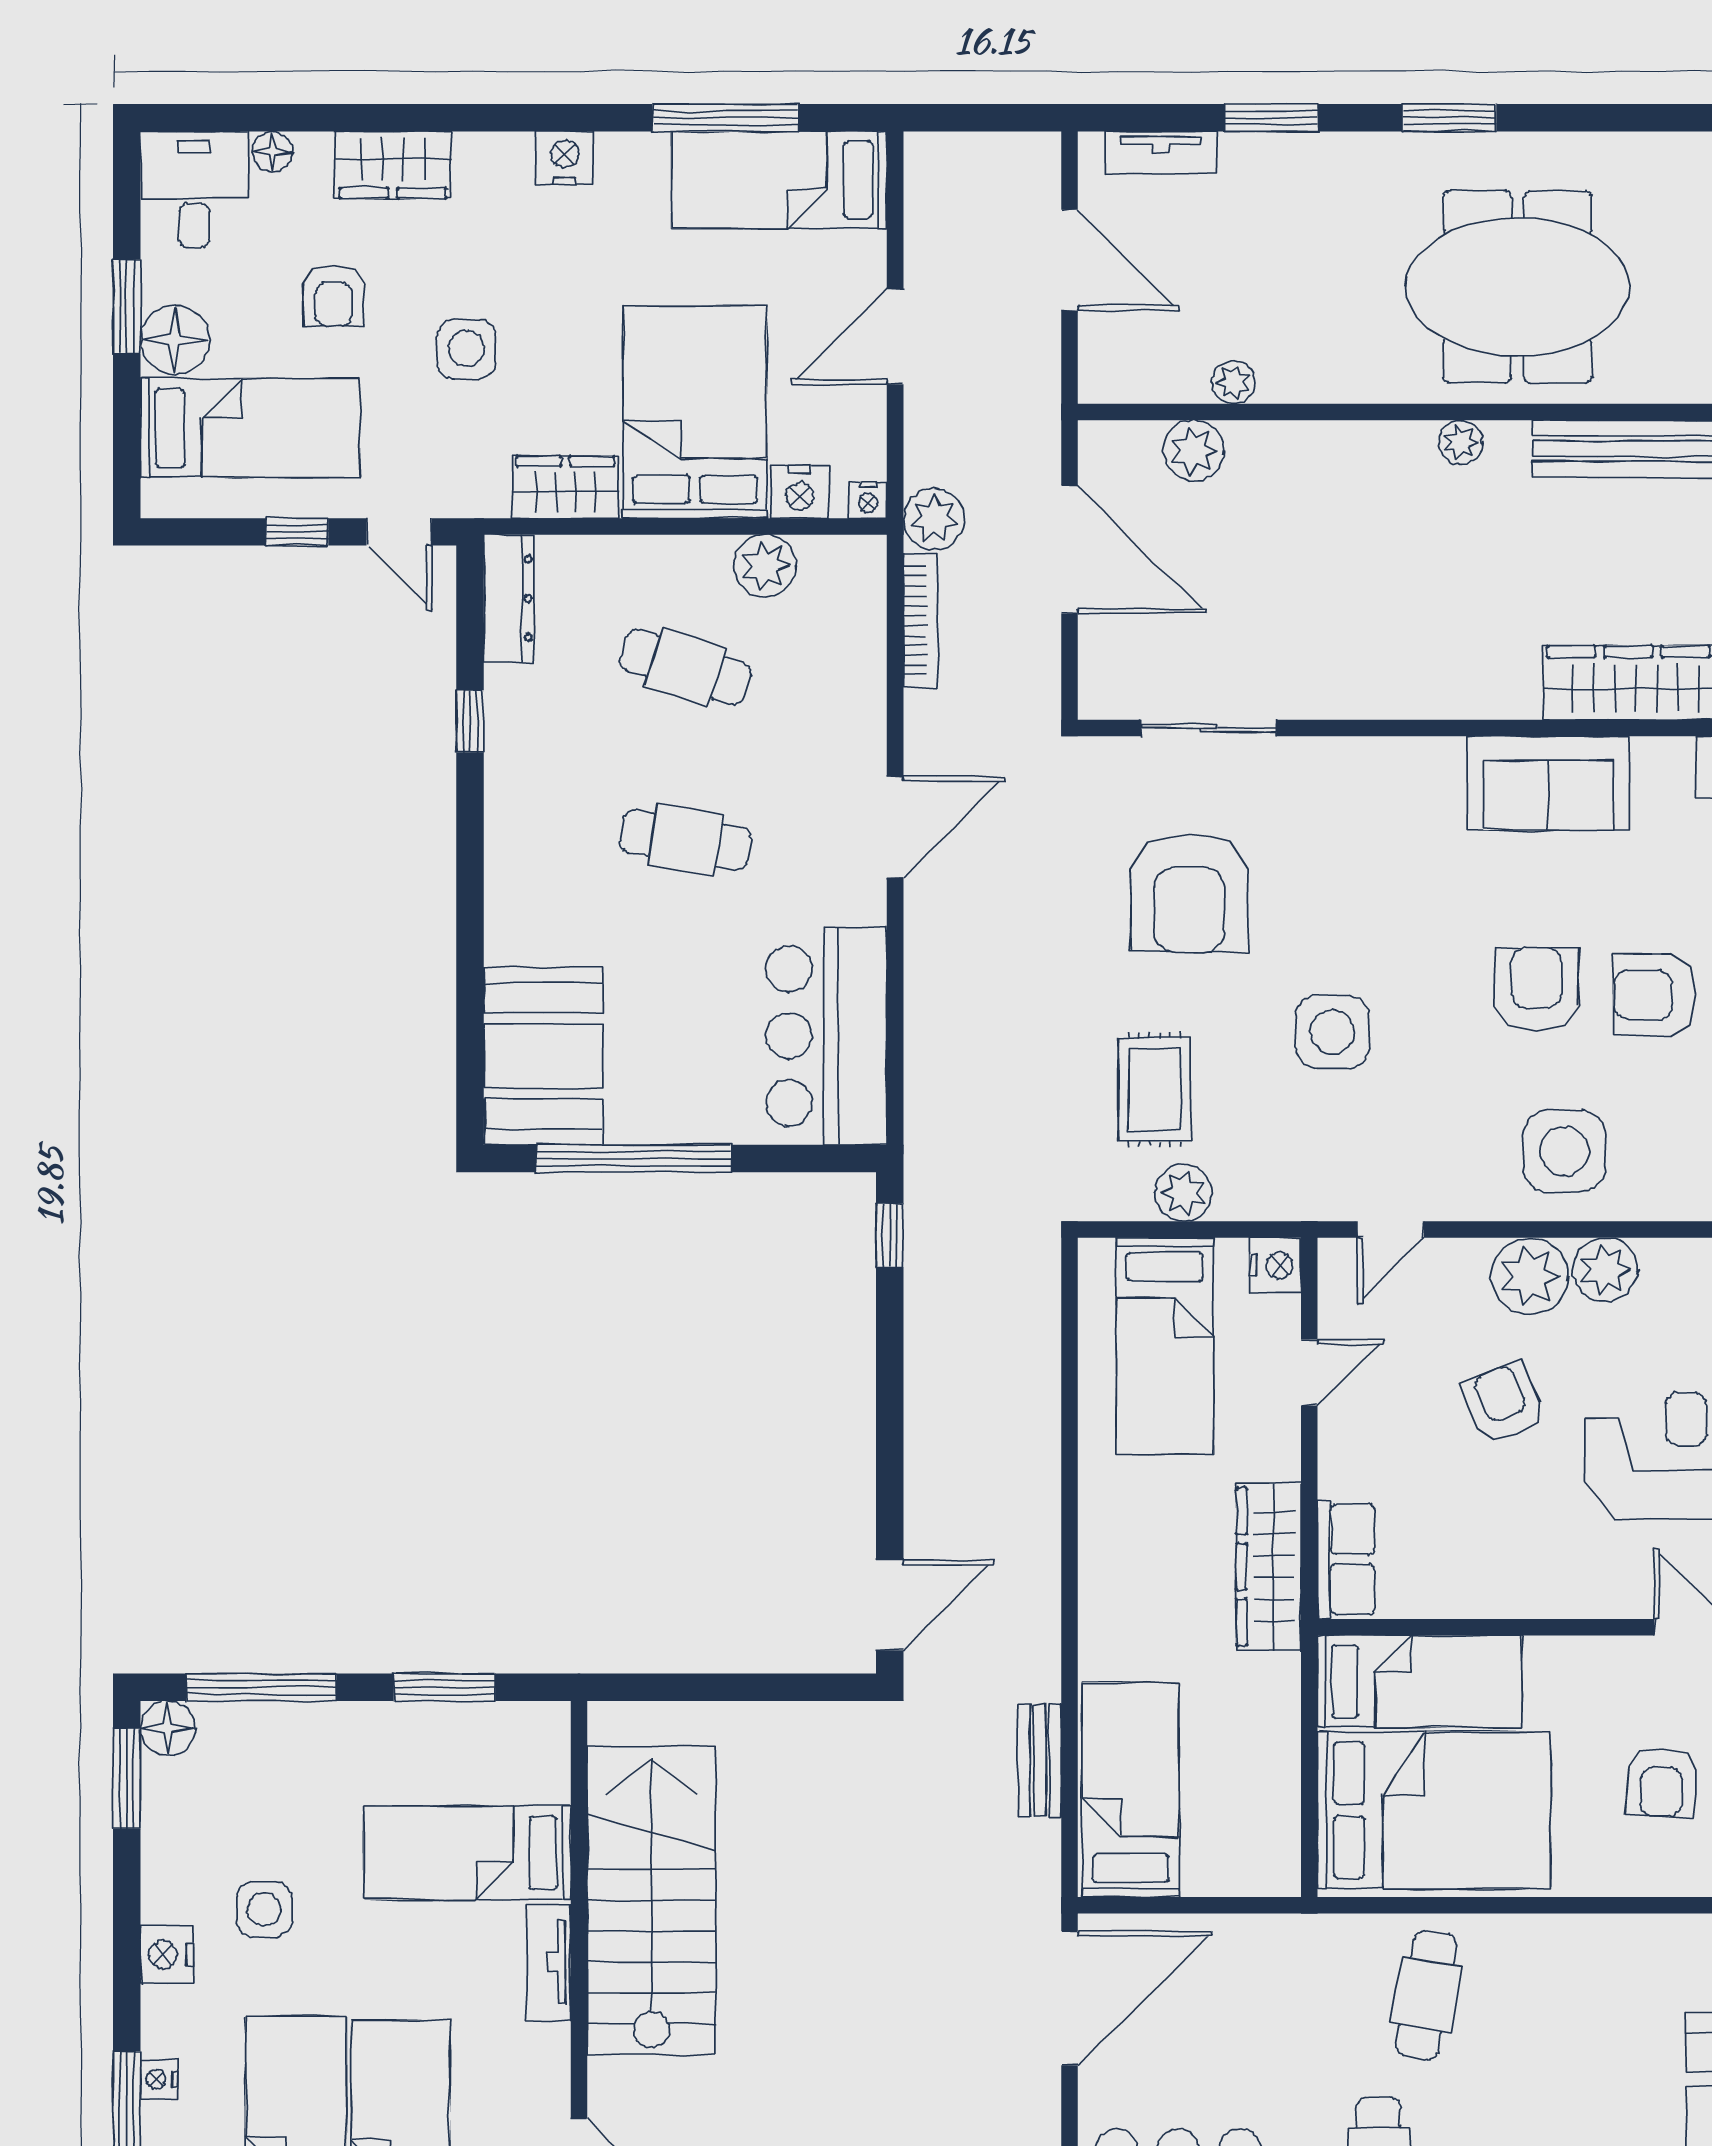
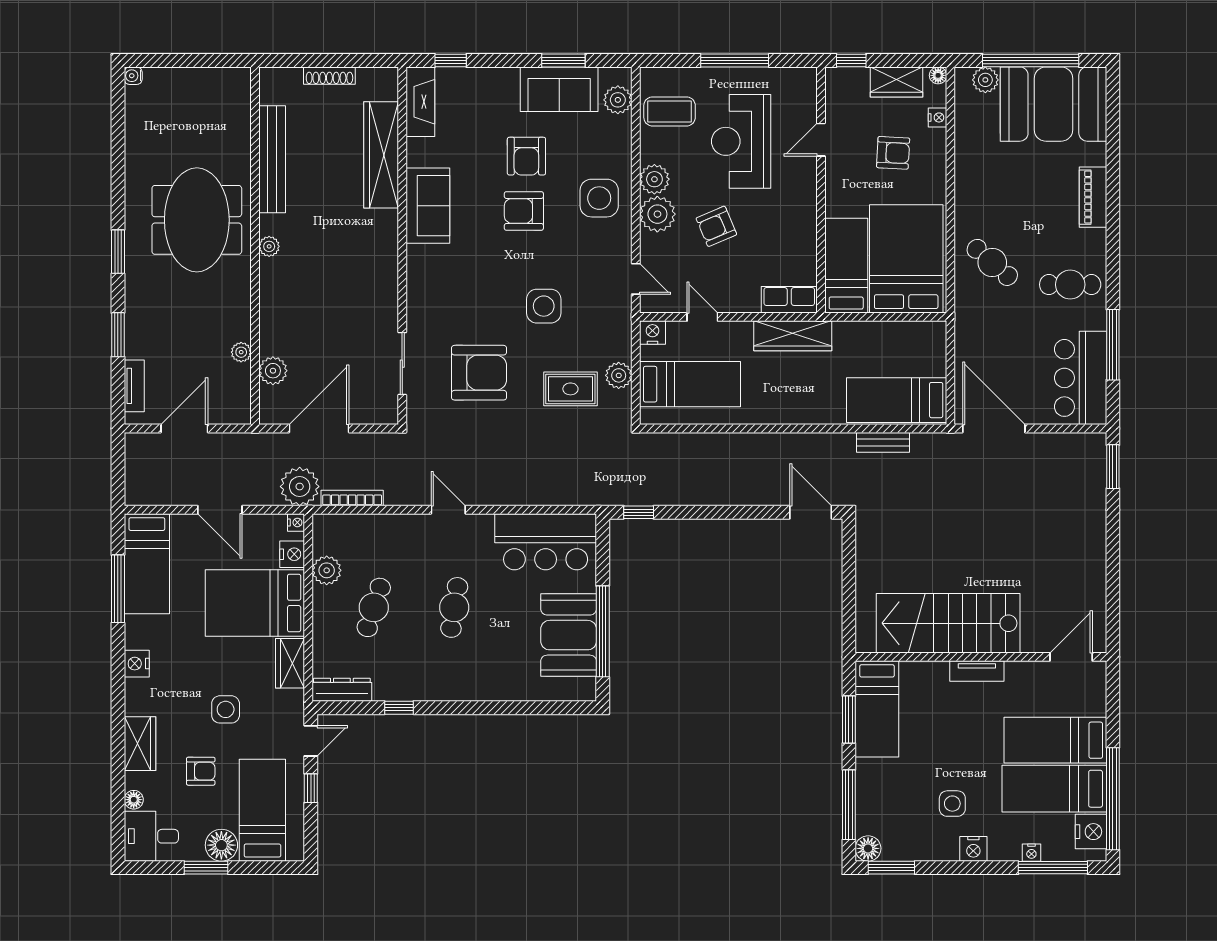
plant: (934, 519) -> (300, 487), width x1.36, depth x1.36
door: (895, 827) -> (448, 510), width x0.73
booth: (543, 1056) -> (569, 635), moved, turned 90
bed: (467, 1853) -> (877, 709), moved
cafe table: (1426, 1995) -> (992, 262), turned 31

